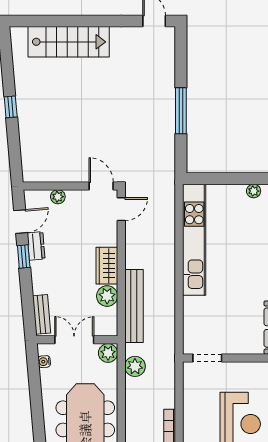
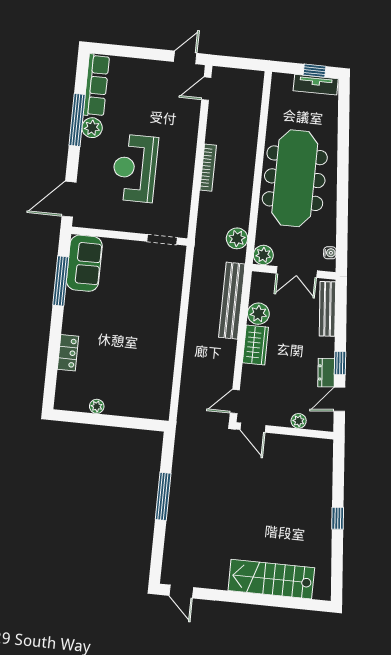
kitchen unit: (194, 240) -> (163, 362), removed
bench: (42, 314) -> (327, 309), width x1.36

